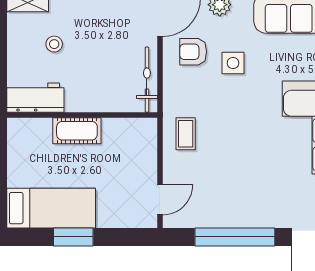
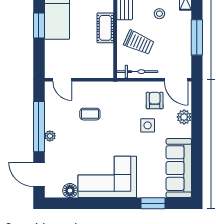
trolley: (100, 77) -> (139, 43), added
coffee table: (186, 134) -> (90, 114), moved
plant: (250, 219) -> (50, 136), added

